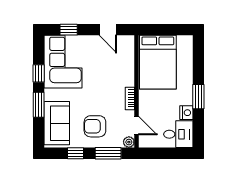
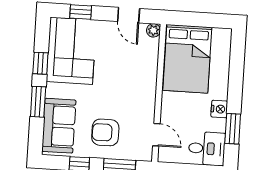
window: (198, 97) -> (233, 129), moved
bookcase: (130, 98) -> (150, 101), removed
nightstand: (186, 113) -> (219, 109), moved
plant: (129, 142) -> (153, 30), moved

